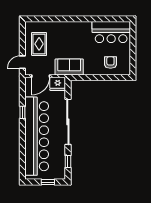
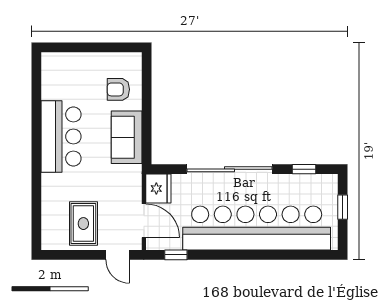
bar counter: (111, 32) -> (61, 136), moved
rug: (39, 44) -> (83, 224), turned 90
sofa: (69, 67) -> (127, 137), moved
window: (22, 112) -> (176, 255), moved

